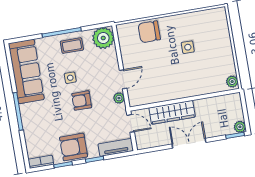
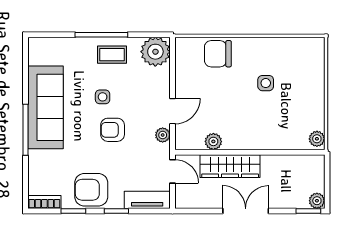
sofa: (26, 71) -> (46, 107), moved
plant: (157, 96) -> (213, 141), added

